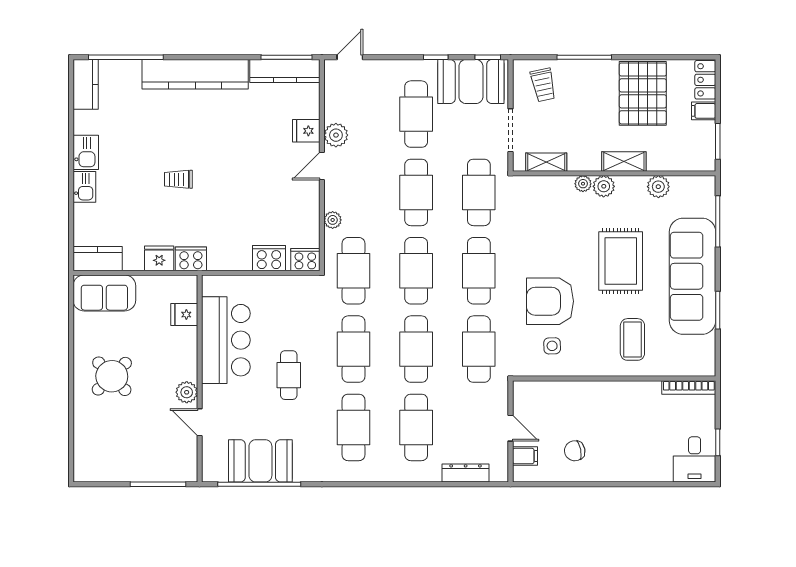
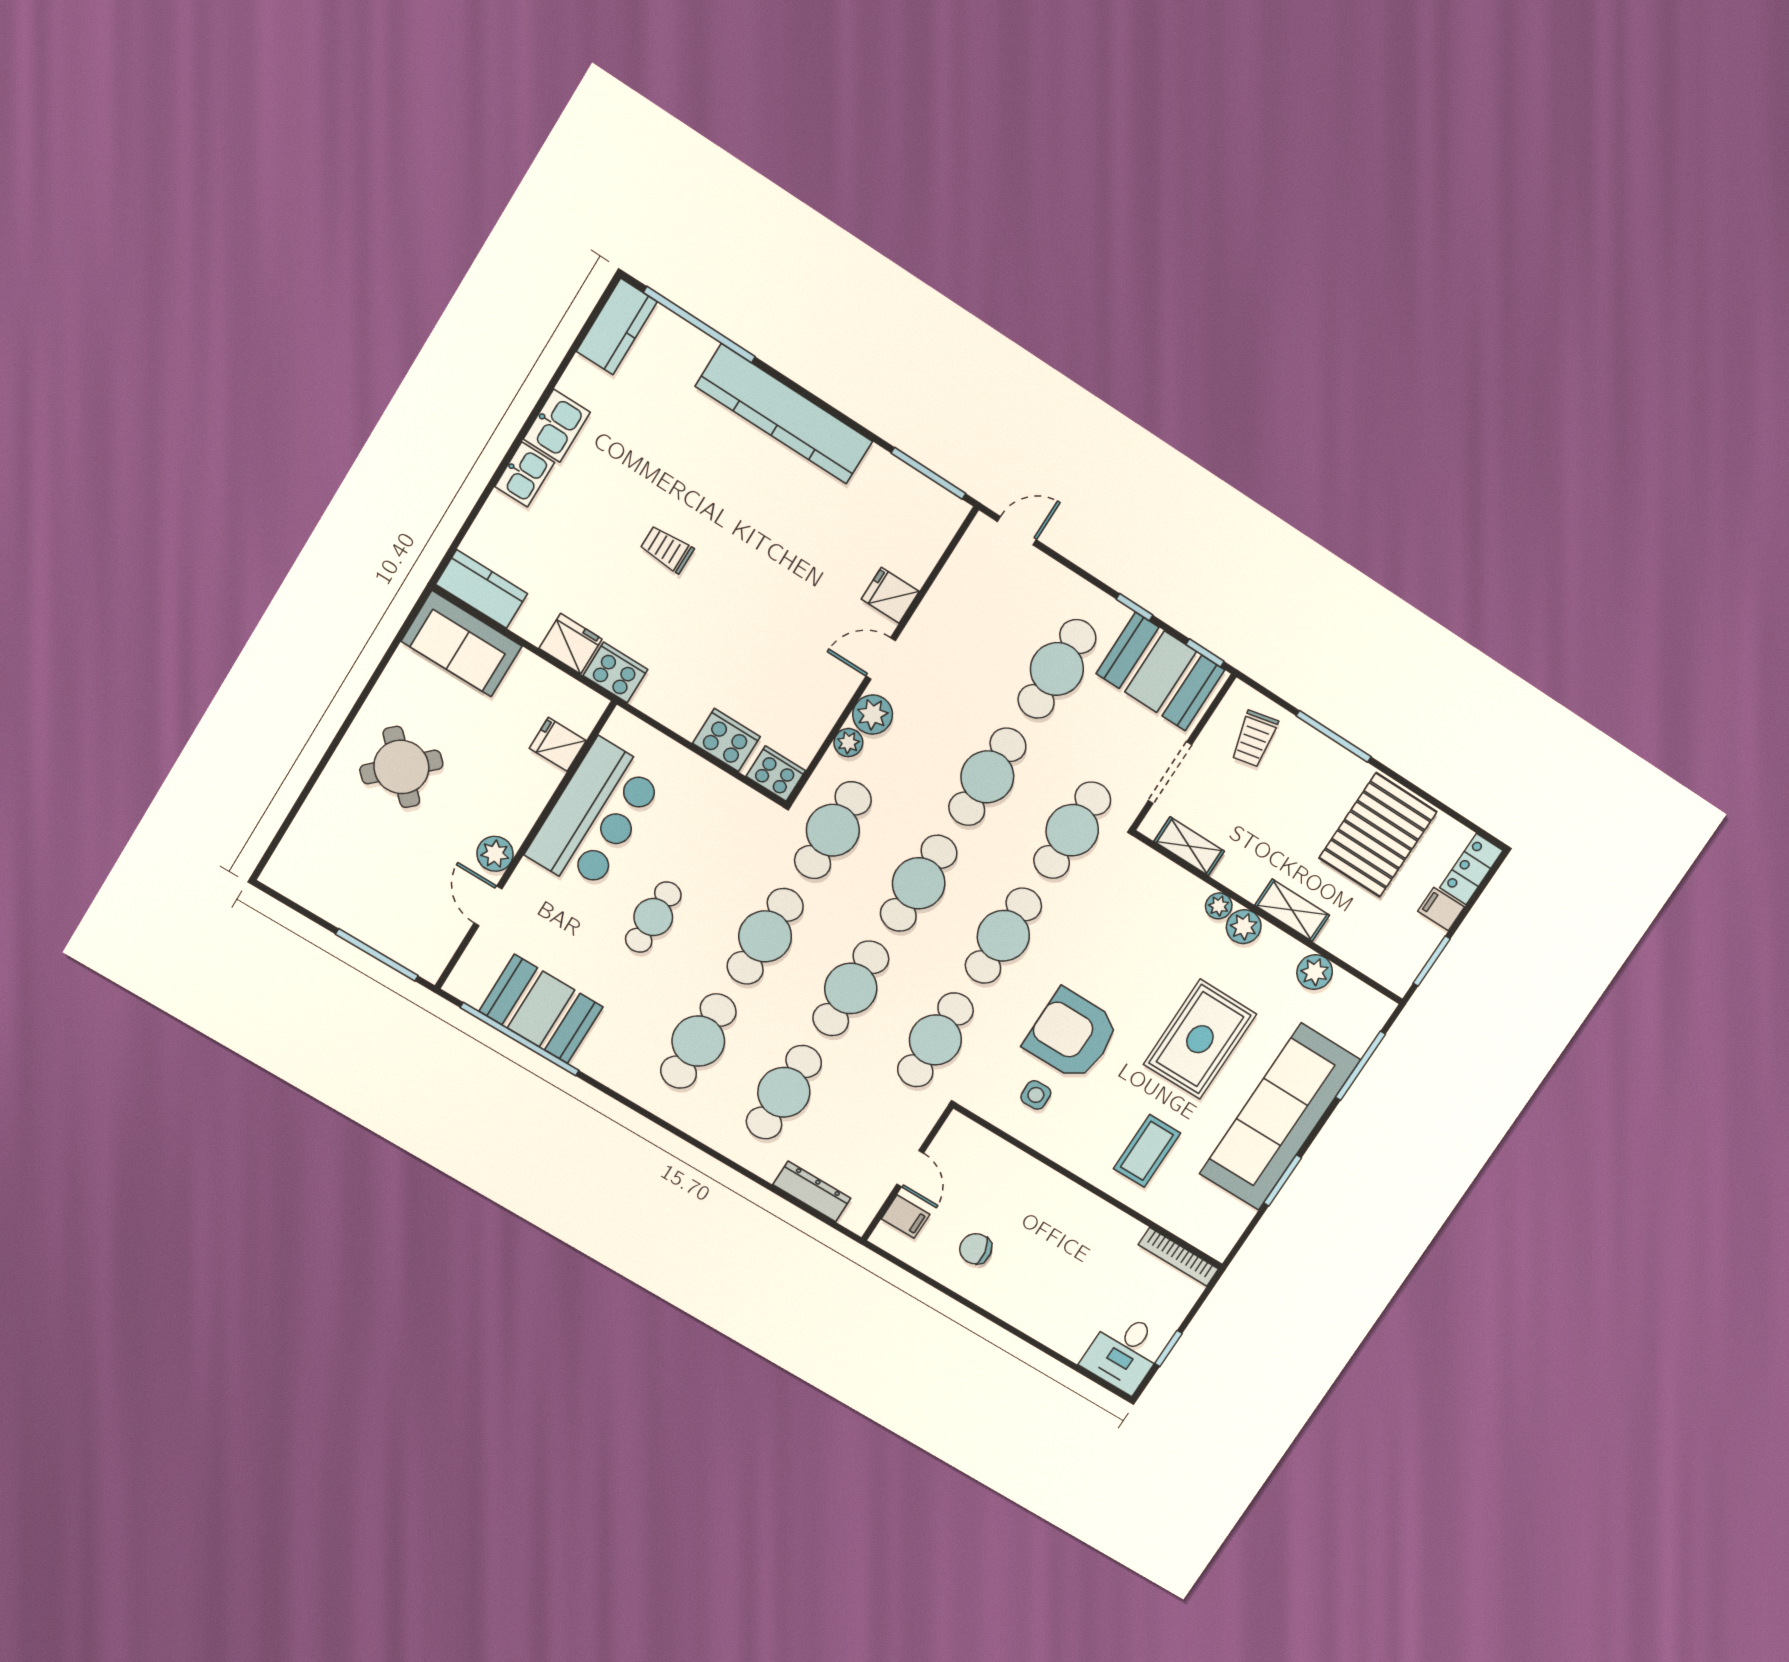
kitchen counter: (285, 71) -> (914, 491), removed
plant: (336, 135) -> (873, 715), moved

